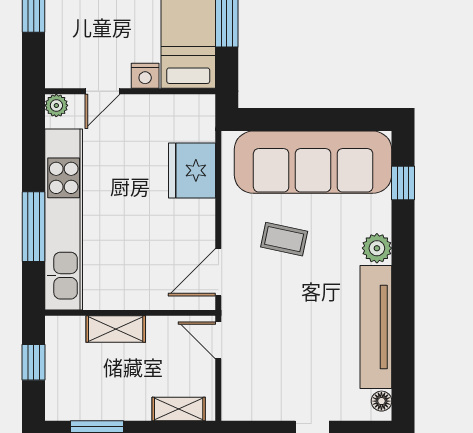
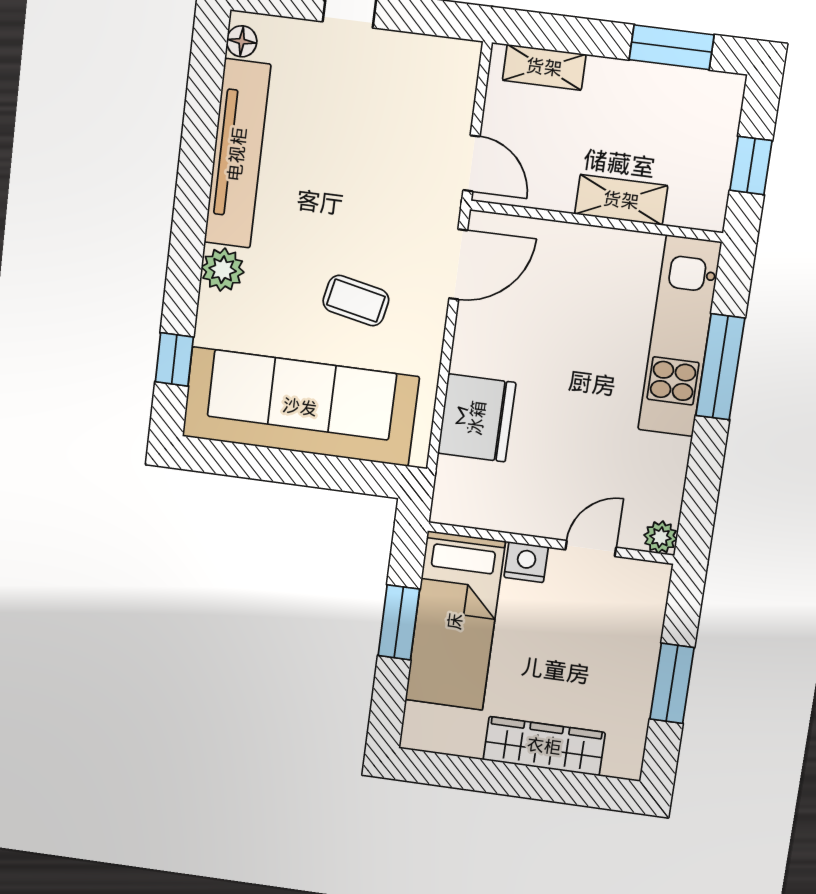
kitchen unit: (64, 219) -> (680, 336), width x0.73

